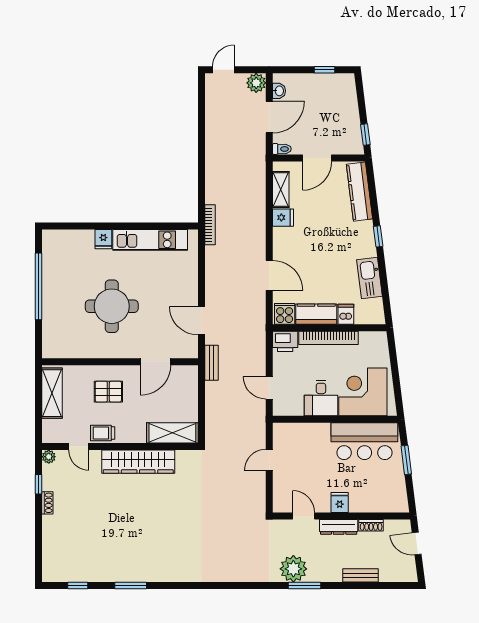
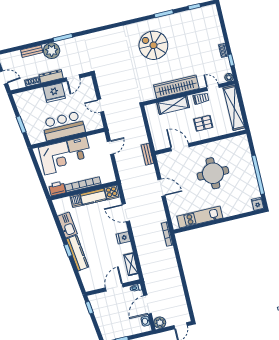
kitchen counter: (359, 192) -> (77, 253), moved
fridge: (283, 218) -> (123, 238), moved
fridge: (103, 239) -> (258, 204), moved
door: (201, 321) -> (161, 188), moved
printer: (285, 341) -> (57, 189), moved
door: (156, 362) -> (180, 147), hinge flipped
door: (269, 388) -> (110, 148), hinge flipped
shelving: (52, 393) -> (234, 108), width x1.47
shelving: (172, 433) -> (173, 105), moved
bar counter: (364, 441) -> (64, 126), moved
door: (269, 460) -> (101, 106), swing flipped
fridge: (340, 503) -> (54, 93), width x1.88, depth x1.34
door: (304, 516) -> (73, 78), hinge flipped
spiral stairs: (160, 538) -> (153, 45), added
plant: (293, 569) -> (52, 51), moved

